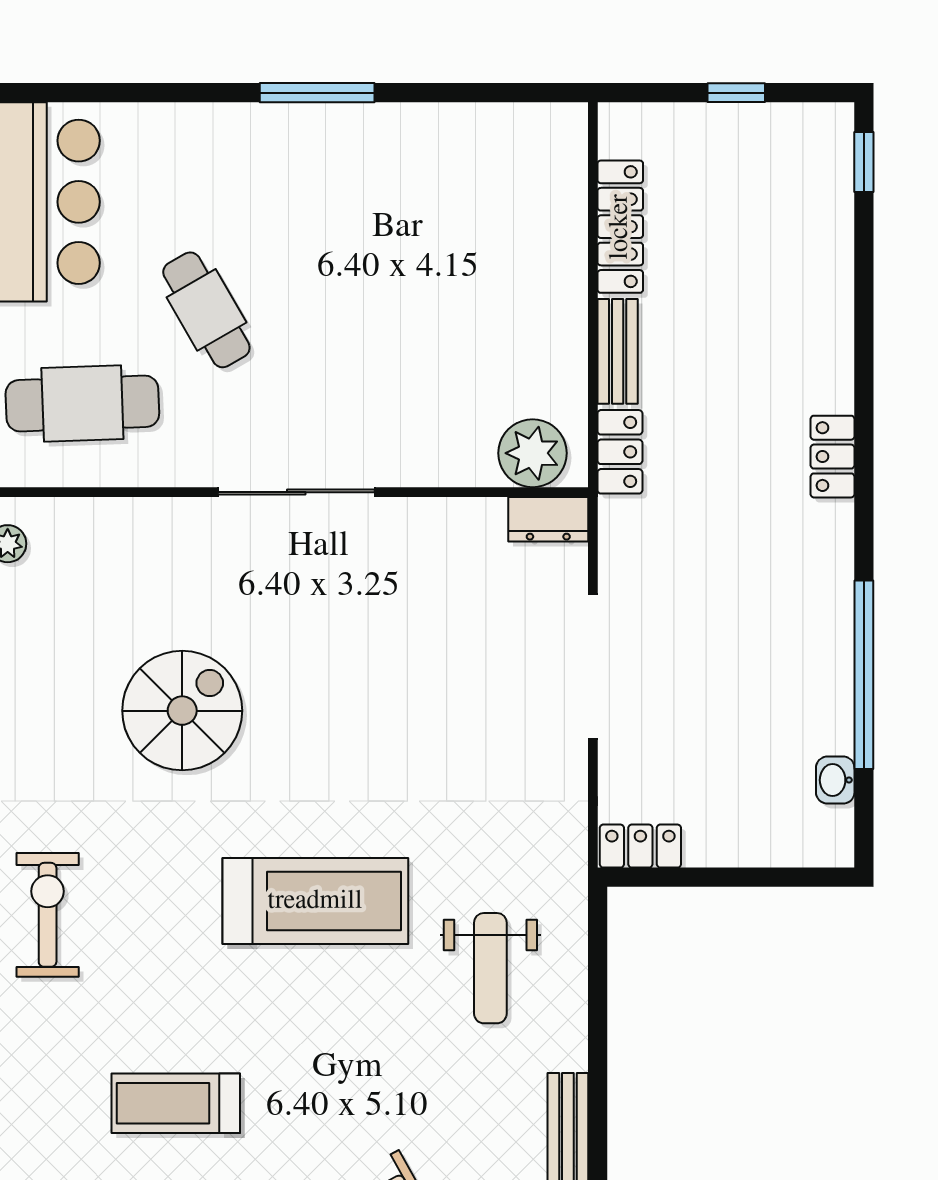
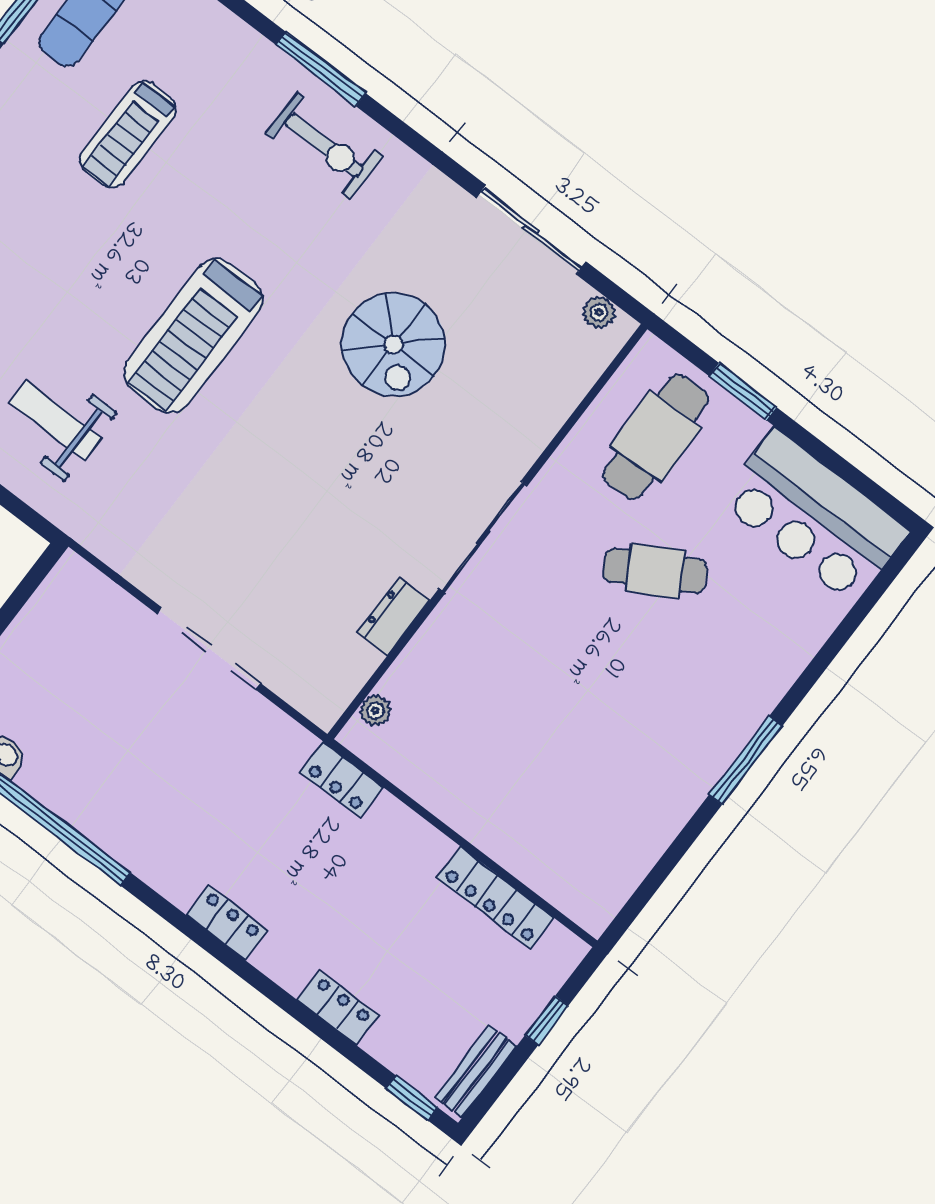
window: (736, 93) -> (547, 1021), moved
bench: (618, 351) -> (476, 1071), moved, turned 90
plant: (533, 453) -> (375, 711), width x0.53, depth x0.53
dresser: (548, 519) -> (393, 616), moved
locker: (640, 846) -> (338, 1007), moved, turned -90
treadmill: (176, 1103) -> (128, 135), turned 180

